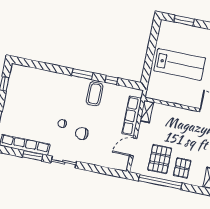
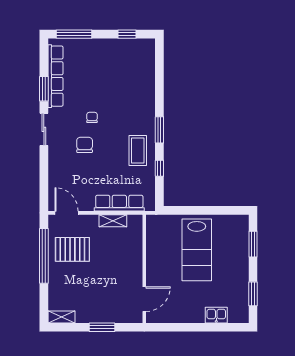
coffee table: (95, 94) -> (138, 151), turned 90
shelving: (147, 112) -> (113, 221), moved
door: (133, 147) -> (67, 213), moved
pallet: (182, 168) -> (67, 280), removed

